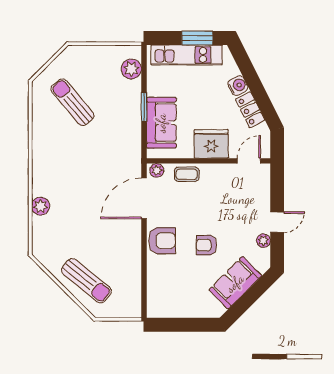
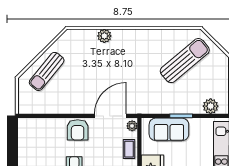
sun lounger: (72, 102) -> (185, 61), width x1.36, depth x1.34
door: (144, 198) -> (110, 116), hinge flipped

